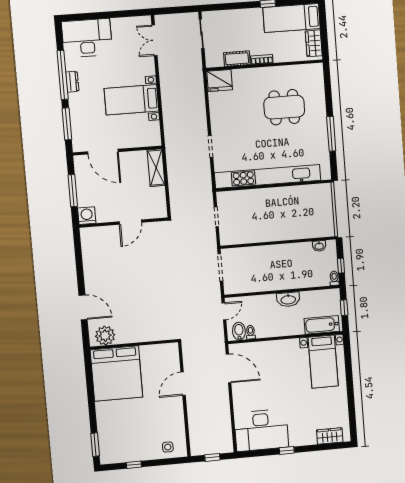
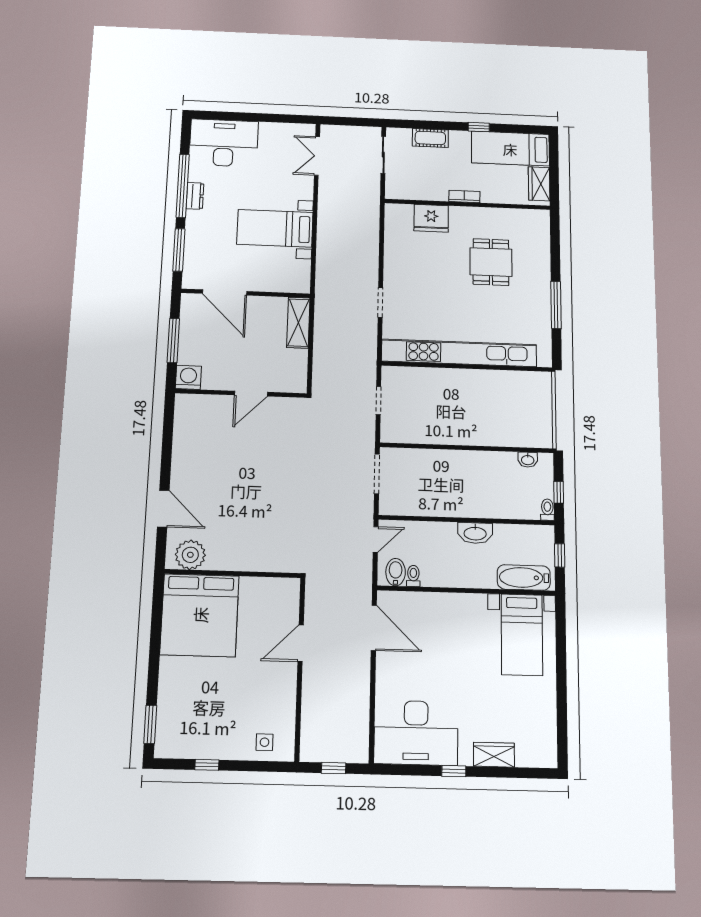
cot: (237, 59) -> (430, 138), moved
fridge: (220, 80) -> (431, 218), moved
dining table: (284, 107) -> (491, 262), width x0.73
wardrobe: (330, 436) -> (494, 755), moved

